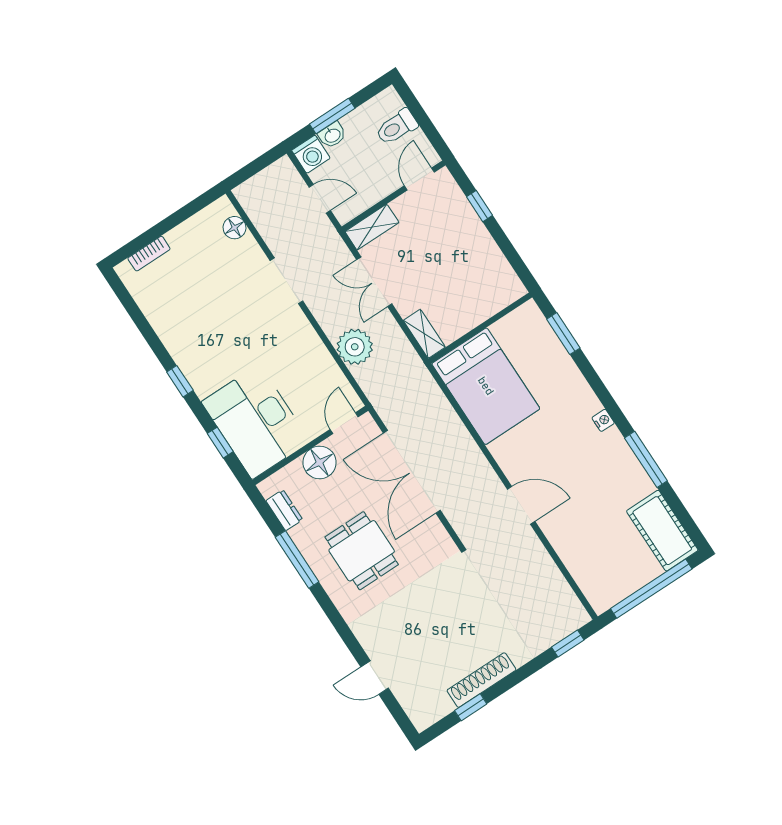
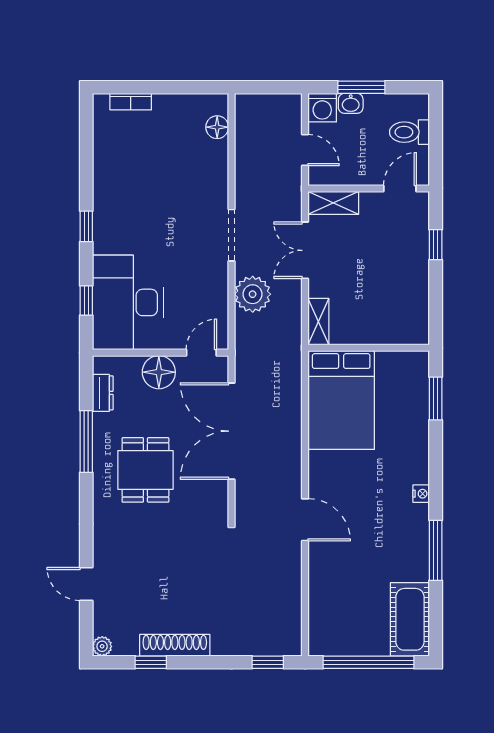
doorway: (286, 281) -> (231, 235), moved
plant: (422, 721) -> (102, 646), added

